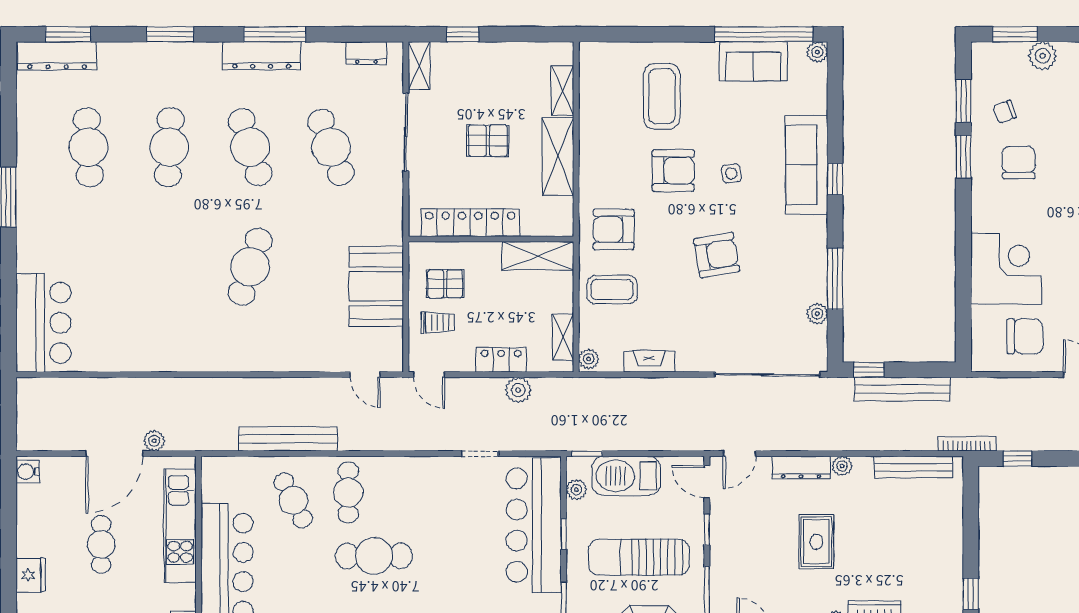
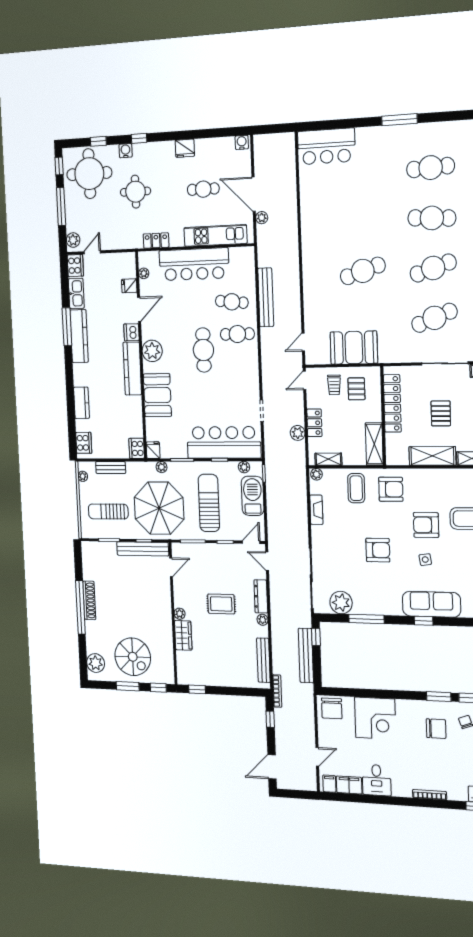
armchair: (673, 171) -> (426, 525), turned 90
armchair: (614, 229) -> (391, 489), turned 90
armchair: (717, 255) -> (378, 550), turned -80
cafe table: (250, 267) -> (363, 271), turned -36
plant: (817, 314) -> (341, 603), width x1.88, depth x1.88
chair: (1025, 336) -> (332, 708), moved
cafe table: (293, 500) -> (232, 302), turned 33

